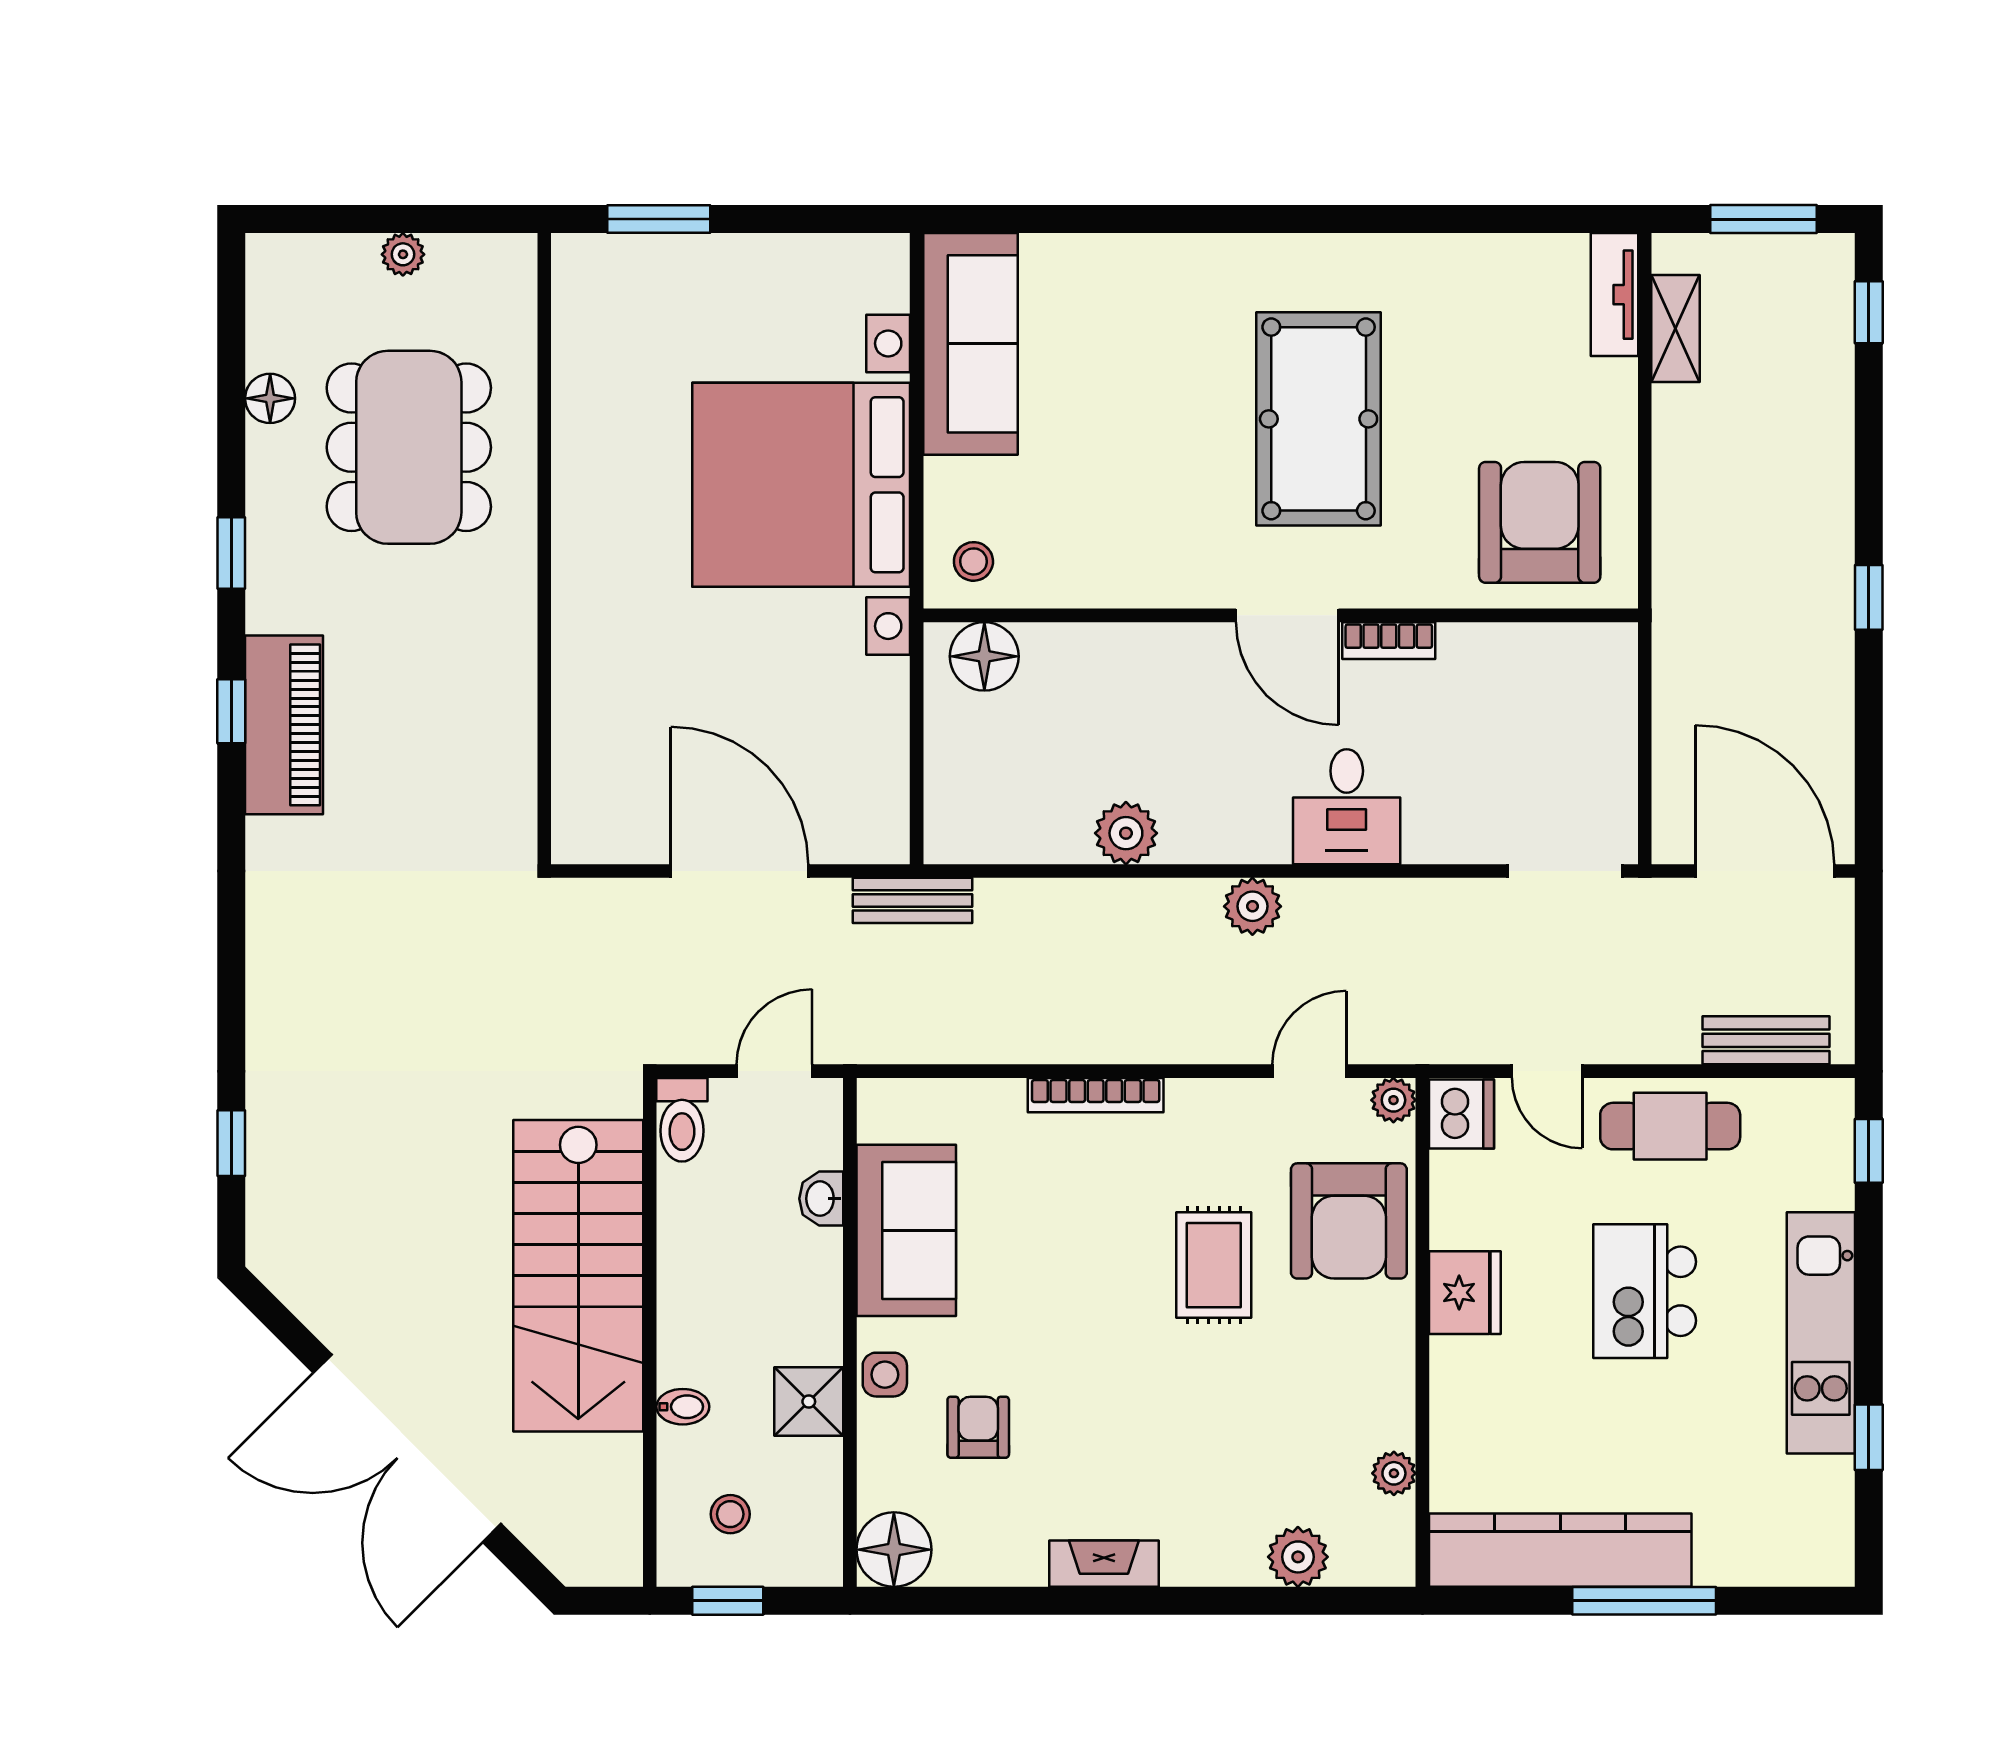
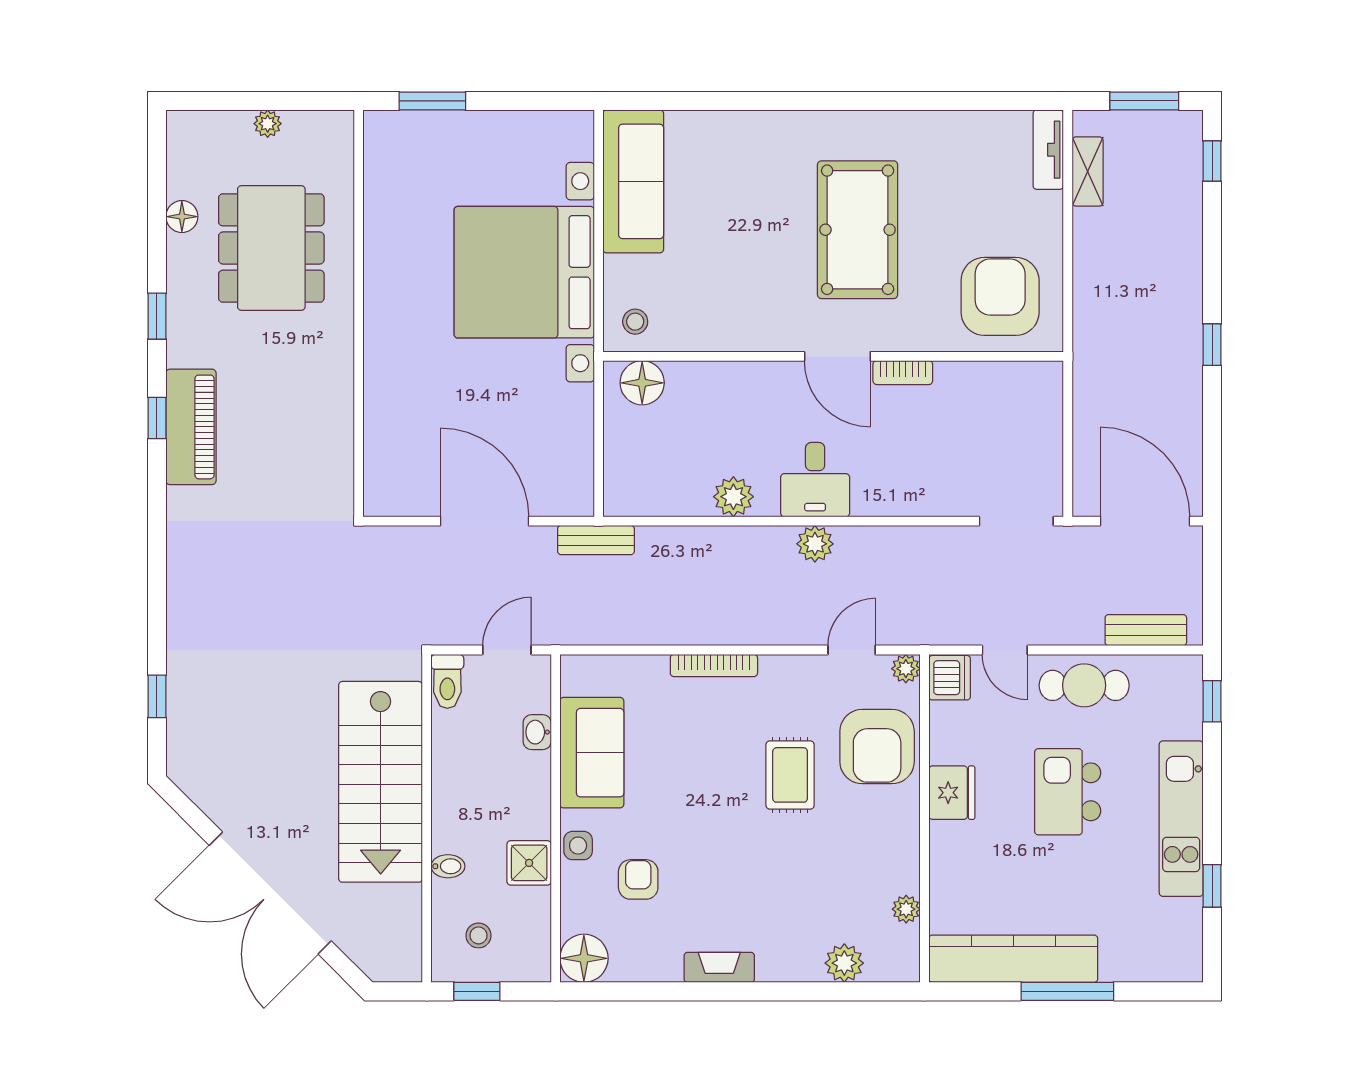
desk: (1347, 807) -> (815, 480), moved

